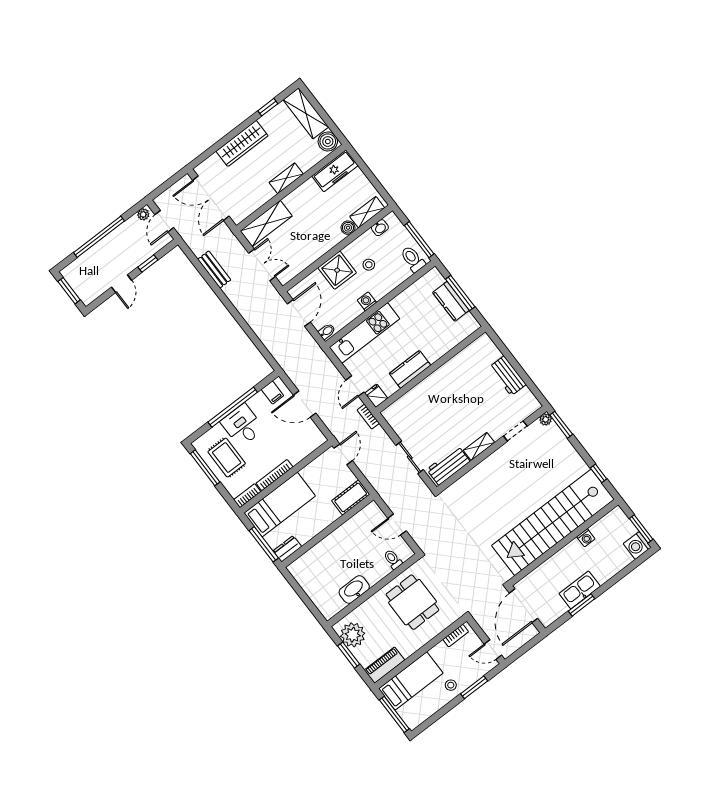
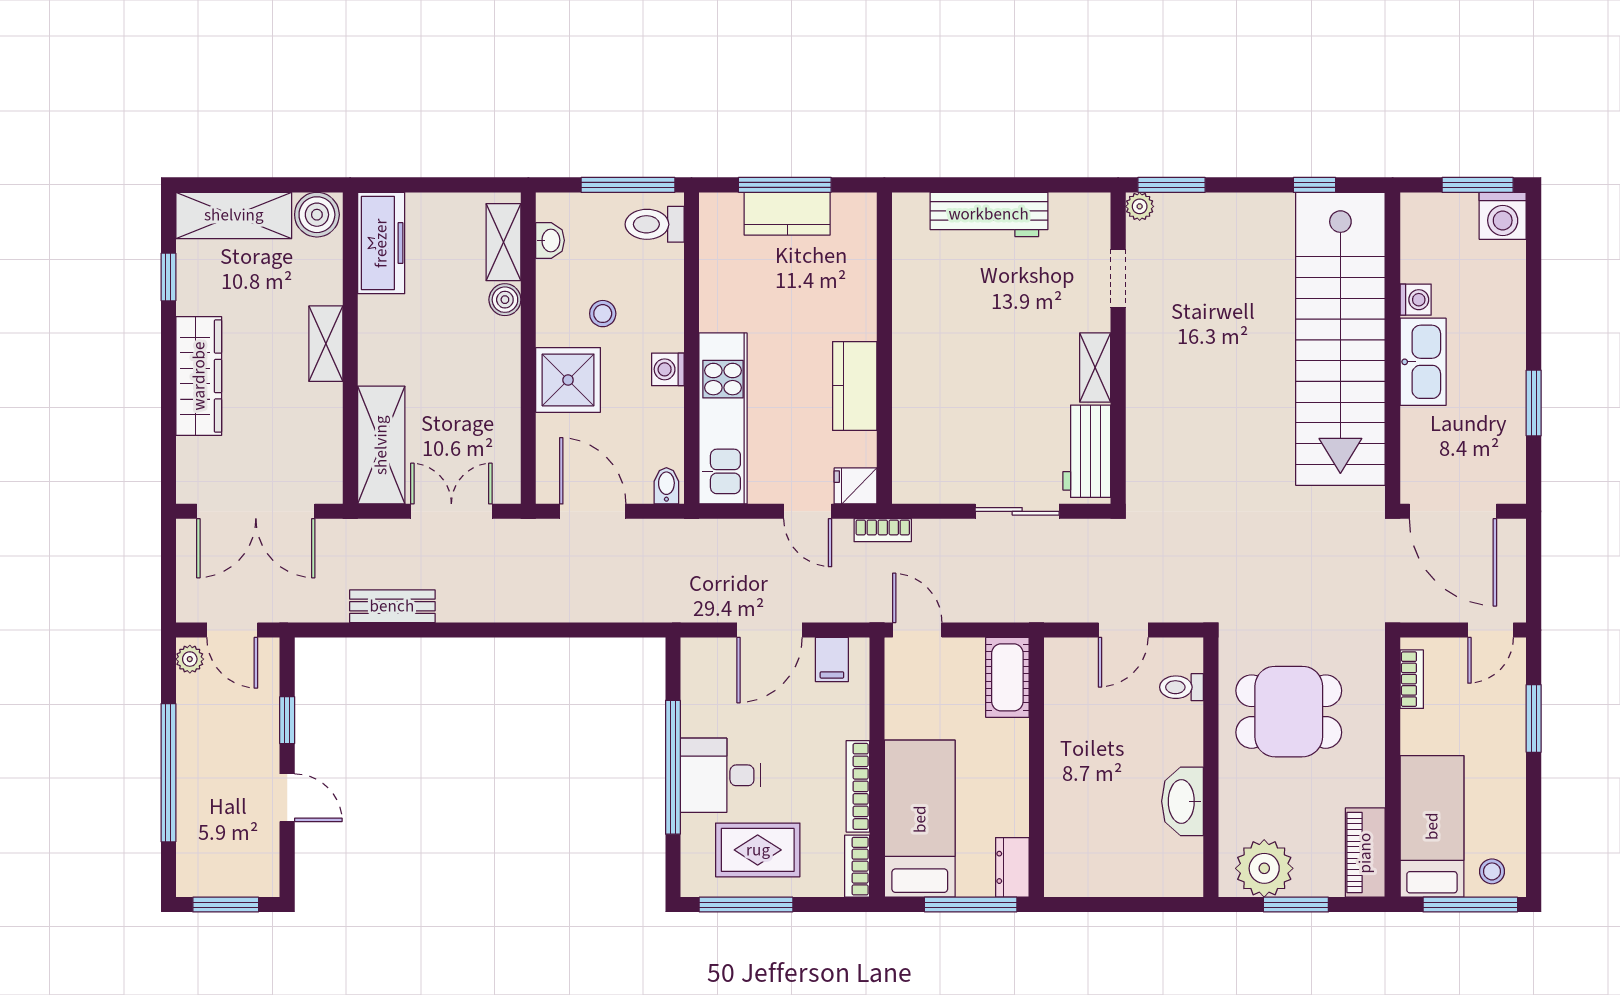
workbench: (508, 376) -> (989, 214), width x1.38
filing cabinet: (272, 393) -> (832, 660), moved, turned 90
kitchen sink: (580, 590) -> (1423, 362), moved, turned 180
stool: (451, 685) -> (1492, 871), moved

